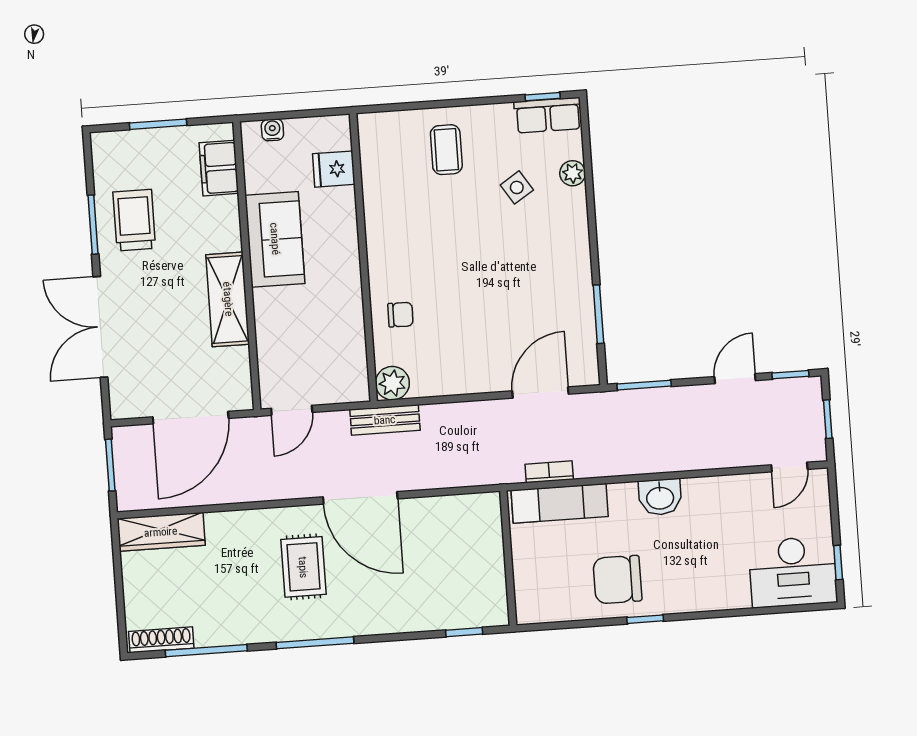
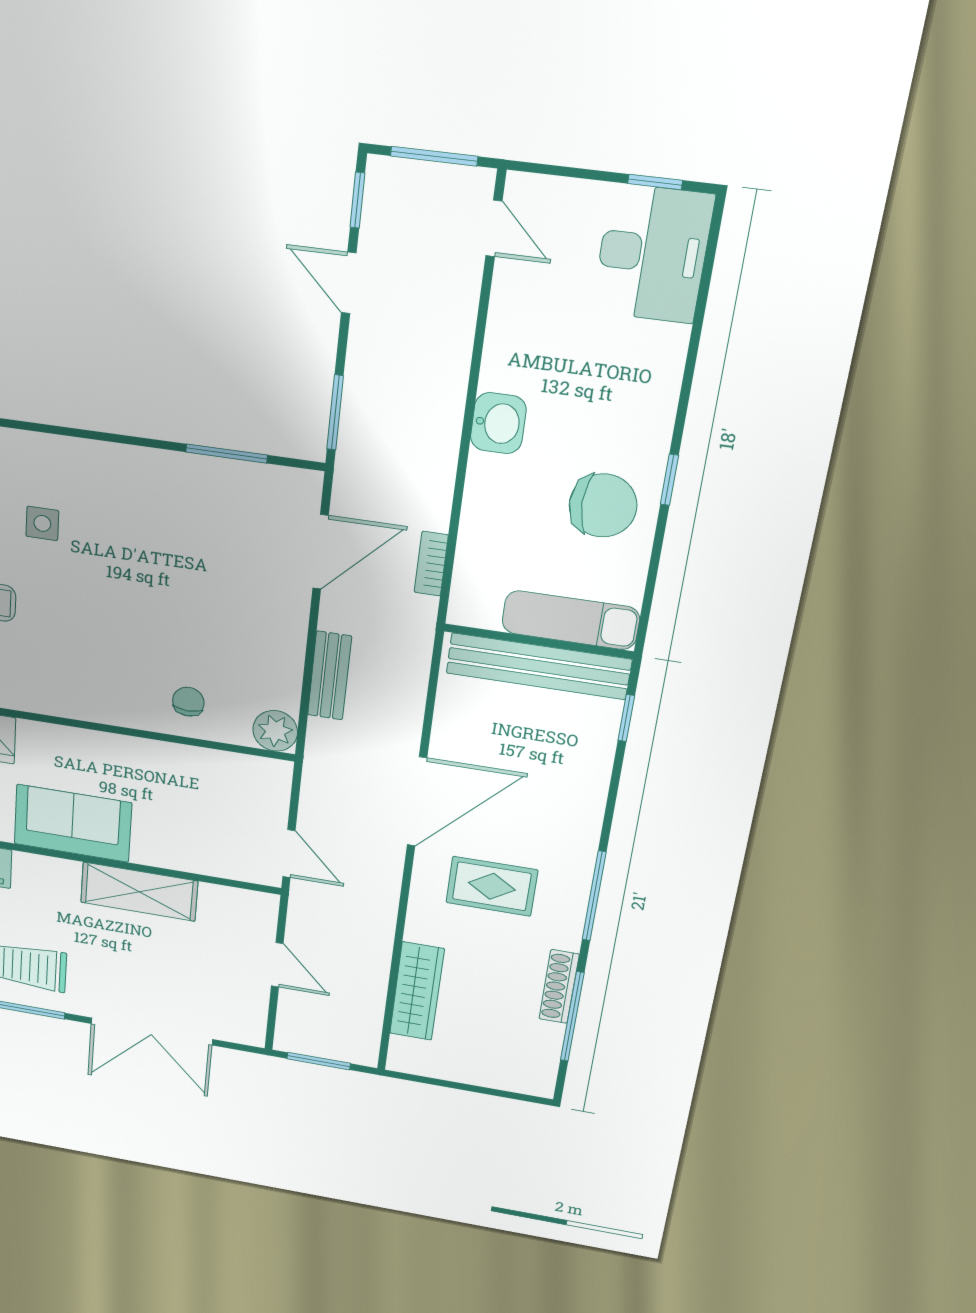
plant: (573, 173) -> (32, 448), removed
side table: (517, 187) -> (42, 523), turned 33
door: (540, 393) -> (321, 552), swing flipped
door: (191, 418) -> (277, 965), width x0.53
window: (828, 419) -> (434, 156), width x1.50
bench: (385, 420) -> (329, 676), moved
exam couch: (560, 503) -> (571, 620), moved, turned -90
wardrobe: (161, 532) -> (417, 991), moved
bench: (489, 562) -> (538, 666), added
chair: (617, 580) -> (603, 506), turned -90
shoe rack: (161, 640) -> (559, 987), moved

